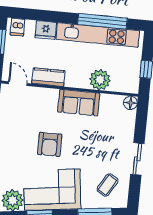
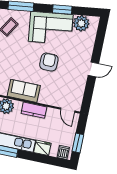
kitchen counter: (48, 77) -> (34, 110), moved

